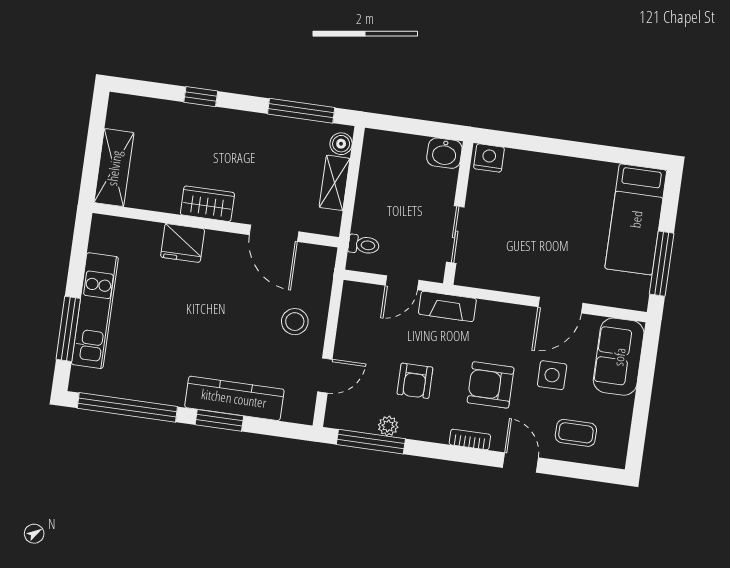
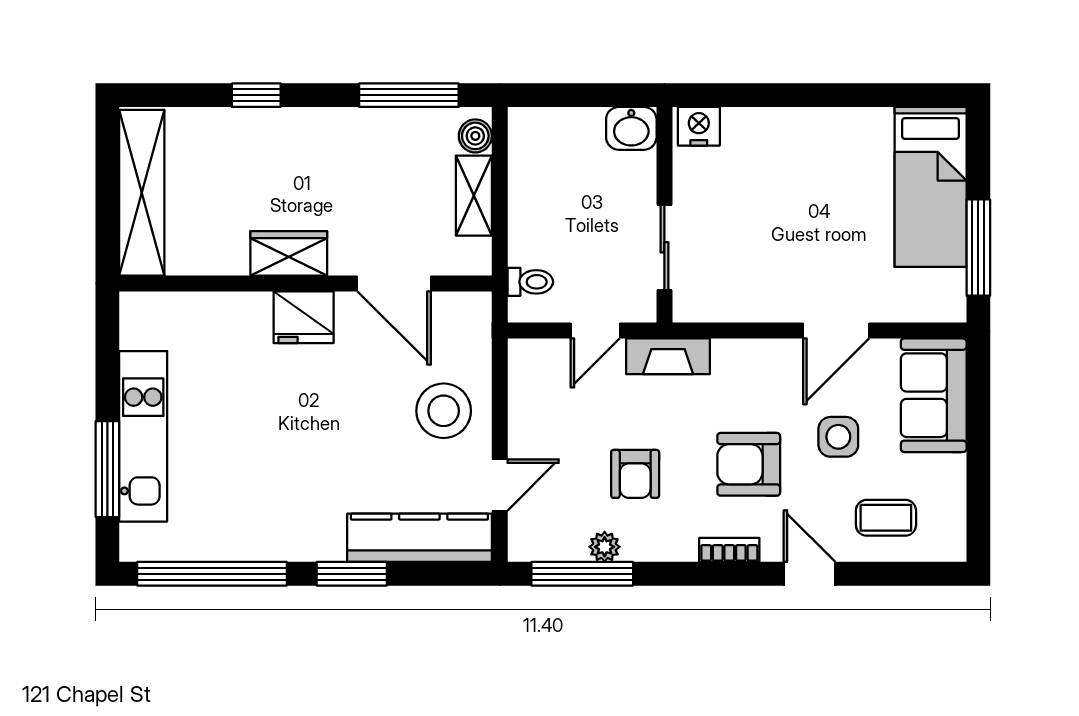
shelving: (114, 168) -> (142, 193), width x1.47
fridge: (183, 243) -> (304, 317), moved
stool: (295, 322) -> (444, 411), width x1.38, depth x1.38
kitchen counter: (234, 398) -> (419, 538), moved

